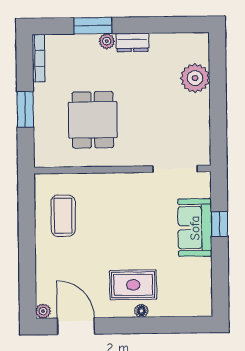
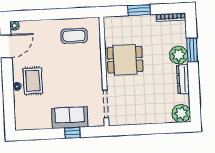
plant: (107, 41) -> (179, 55), width x1.88, depth x1.88
dresser: (132, 42) -> (183, 79), width x1.44
plant: (195, 78) -> (181, 113), moved
dining table: (93, 120) -> (125, 60), moved

